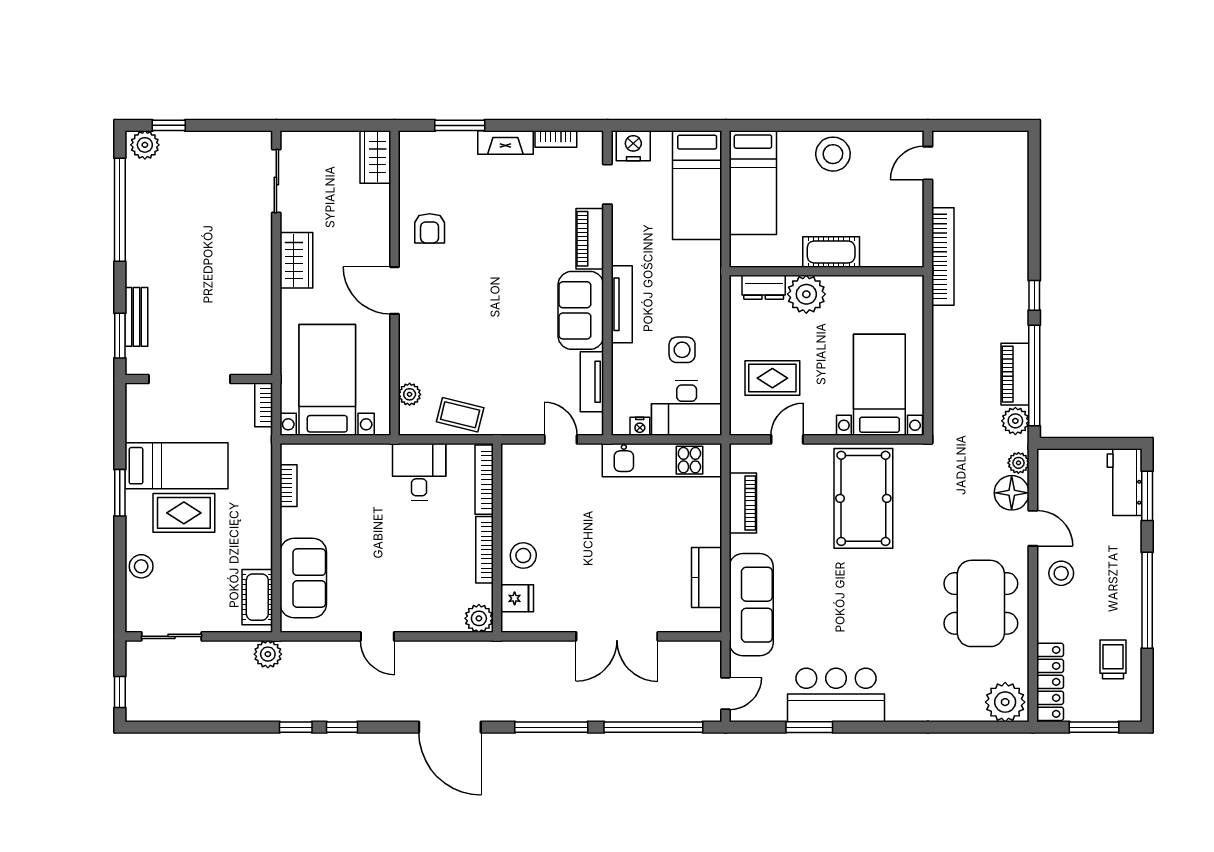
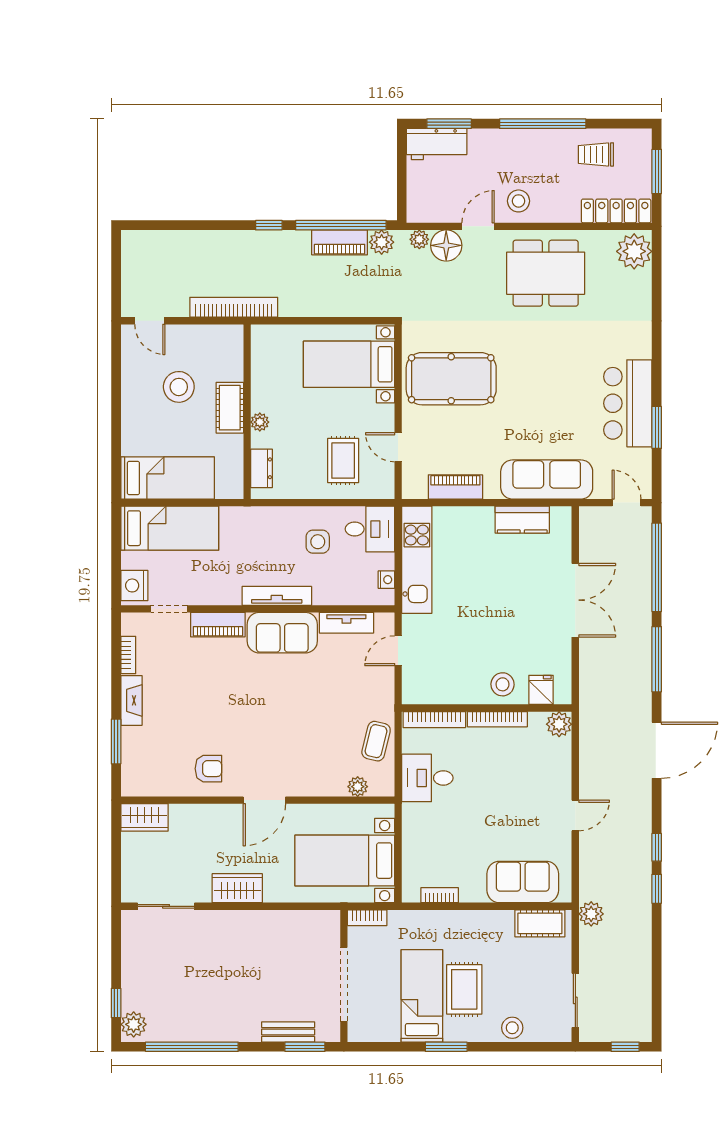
stool: (833, 154) -> (179, 387), moved
plant: (806, 294) -> (260, 422), width x0.53, depth x0.53
desk: (687, 408) -> (370, 529), width x0.73

